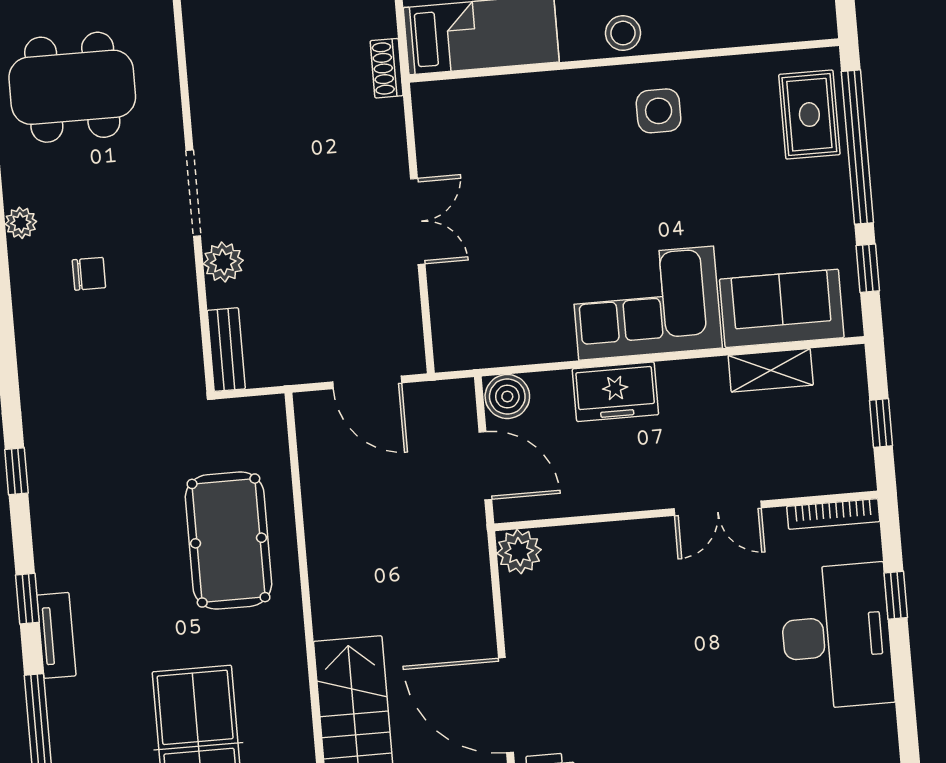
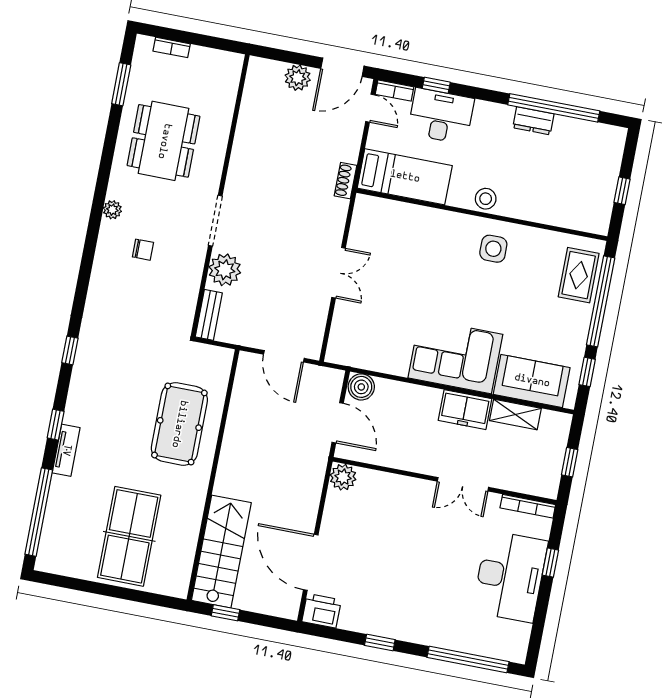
dining table: (72, 87) -> (164, 141), turned 90
plant: (223, 262) -> (225, 270), width x1.36, depth x1.36
freezer: (615, 392) -> (465, 410), moved

